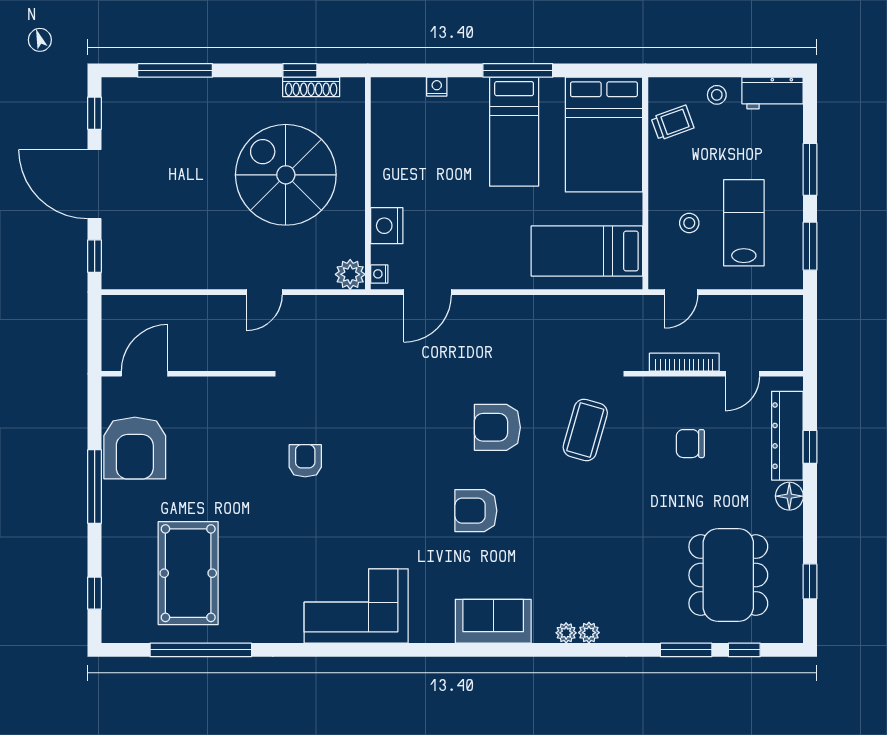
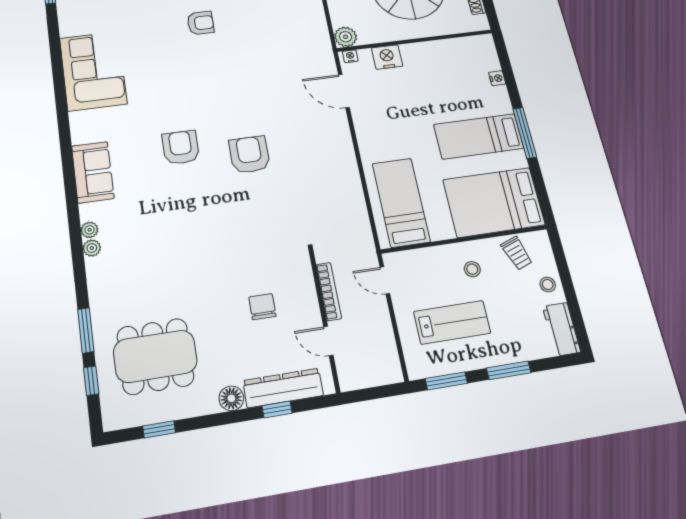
stool: (689, 223) -> (472, 269), moved
coffee table: (585, 430) -> (259, 221), removed

